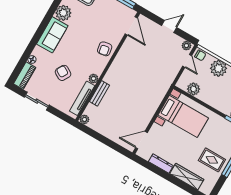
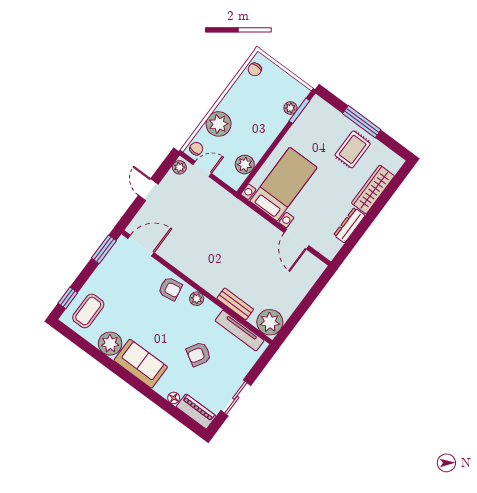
plant: (93, 79) -> (197, 299), moved
plant: (84, 119) -> (270, 322), width x1.88, depth x1.88
door: (141, 140) -> (297, 239), moved

